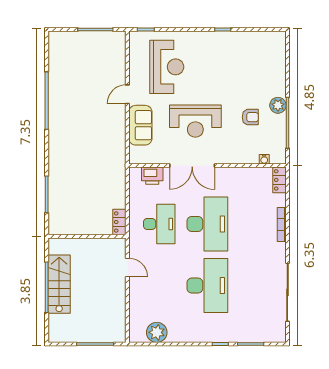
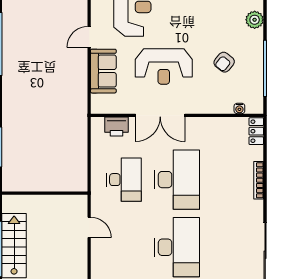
plant: (278, 105) -> (255, 20), moved
armchair: (250, 117) -> (224, 62), turned 129
locker: (119, 222) -> (80, 177), removed

